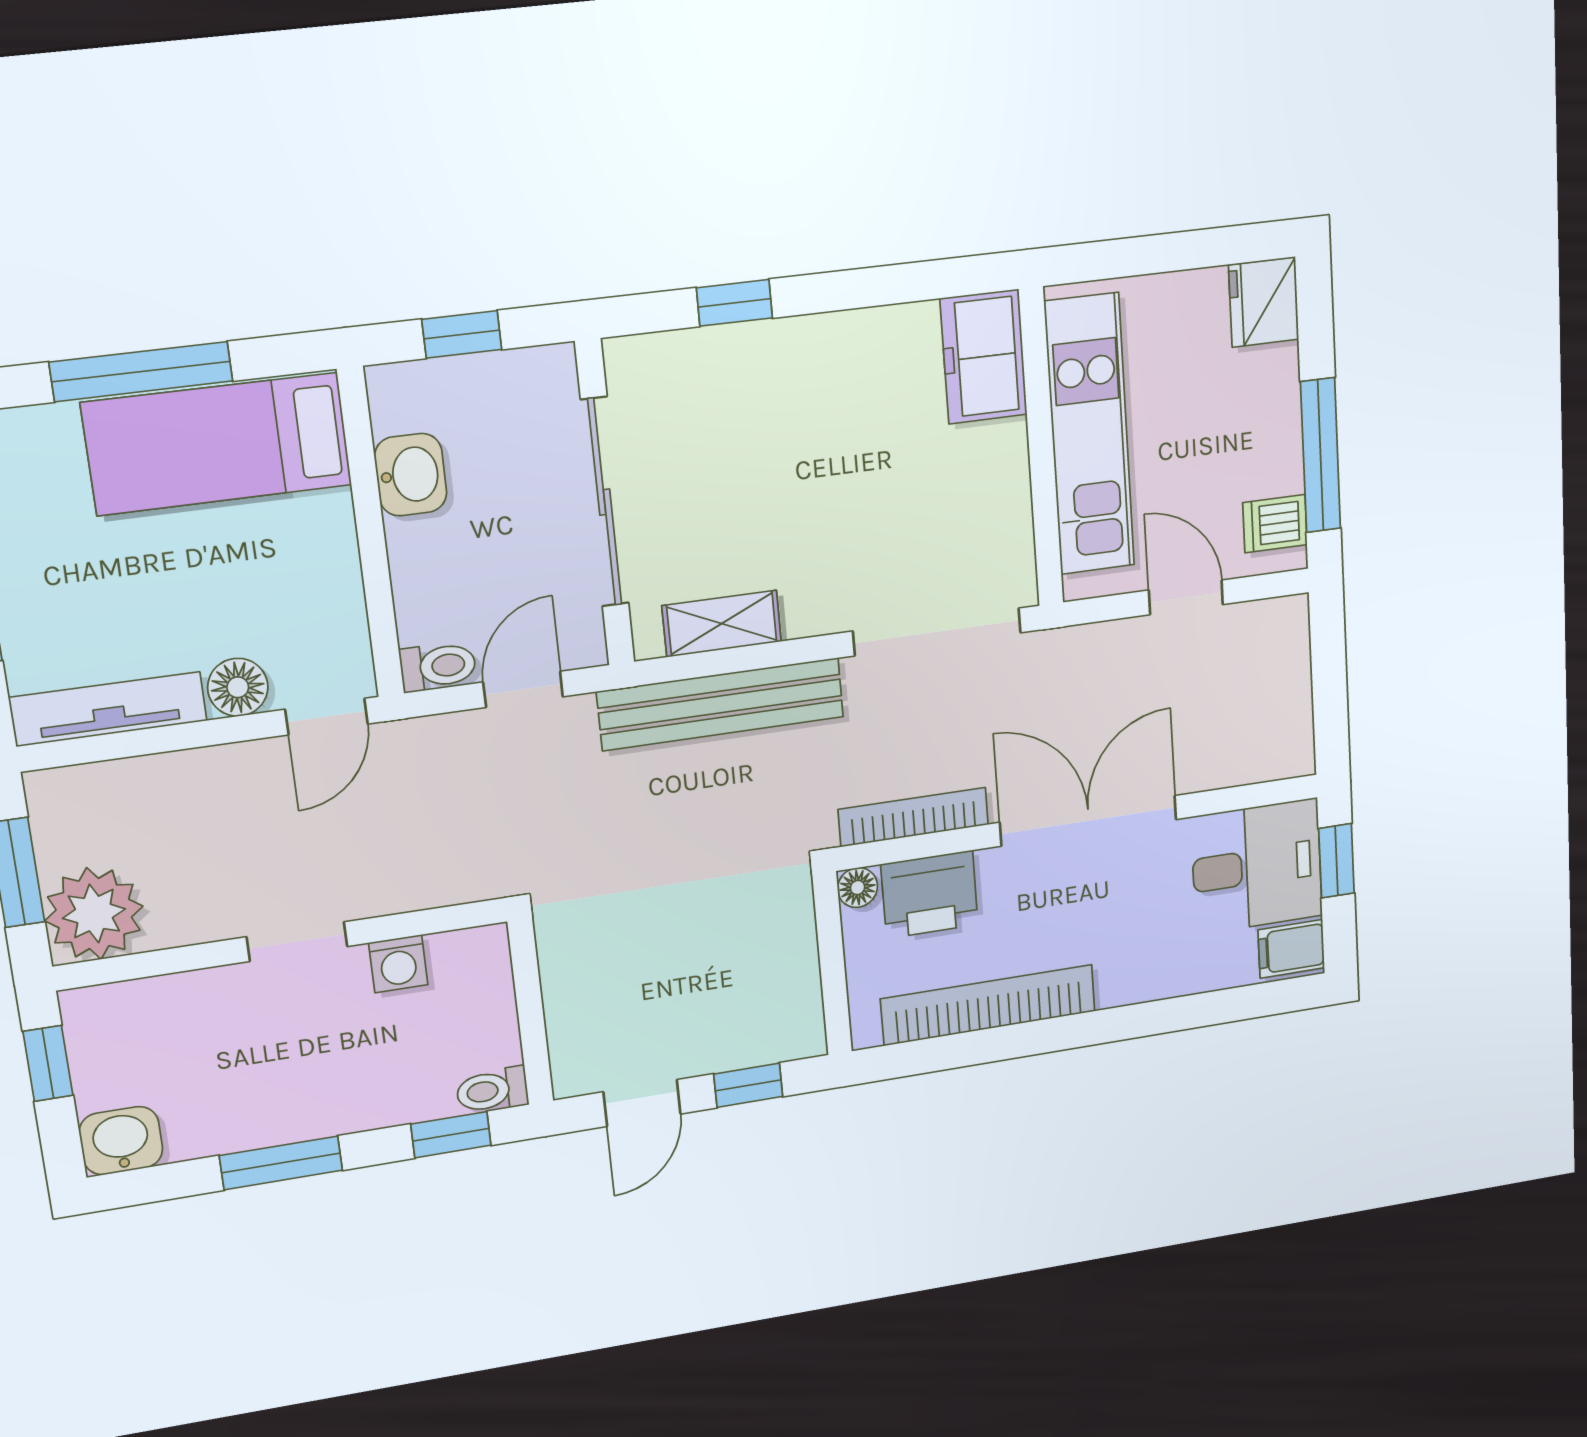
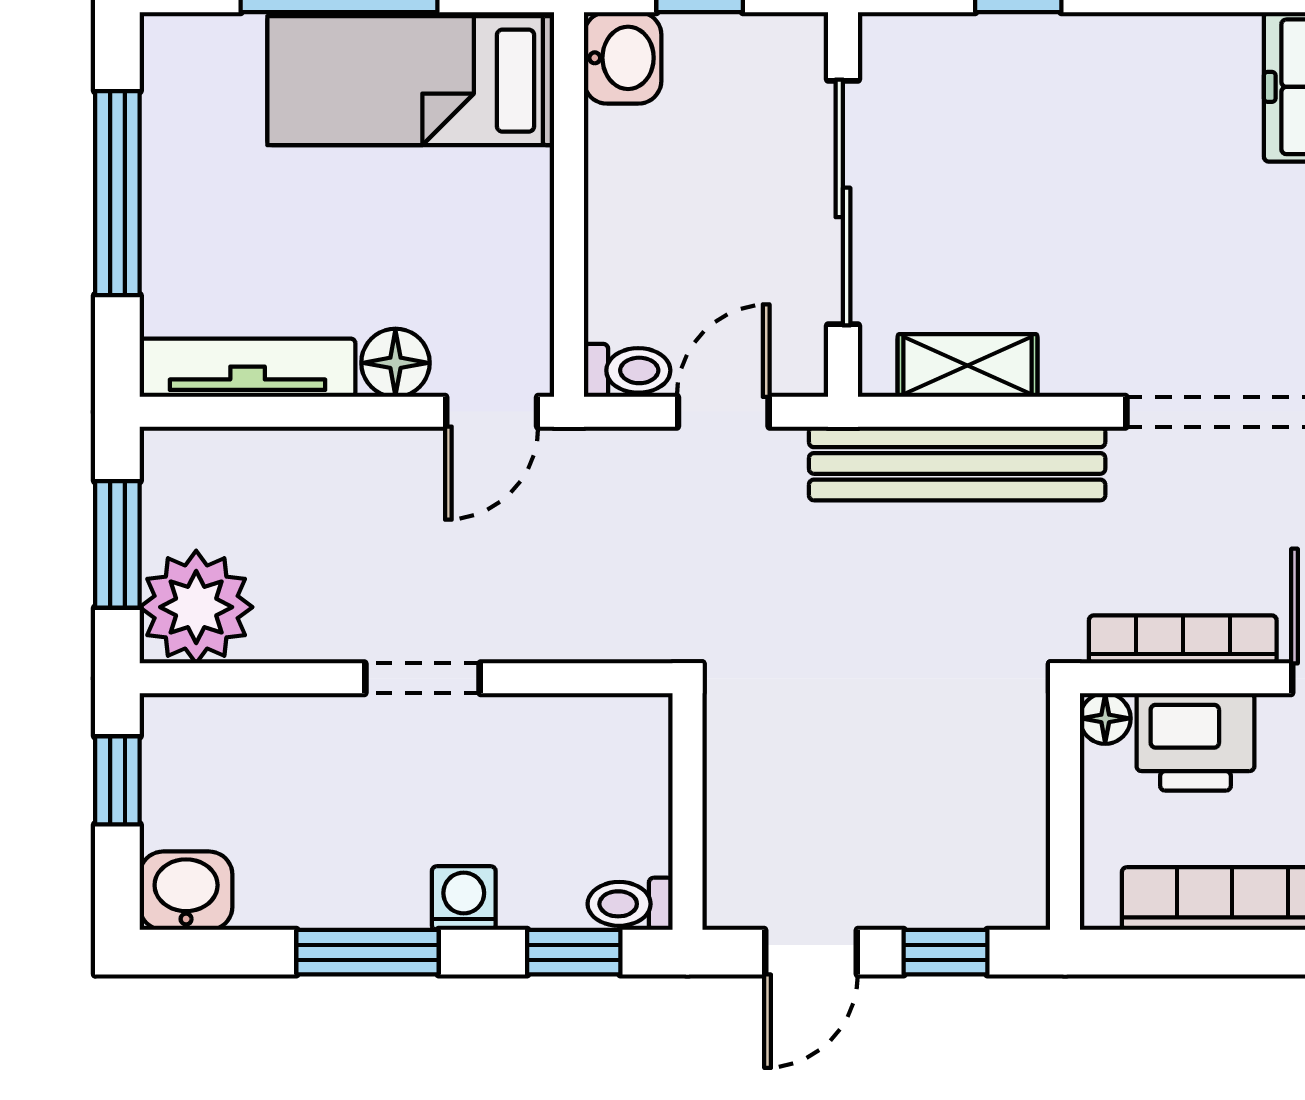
washbasin: (411, 475) -> (623, 58), moved
washing machine: (398, 964) -> (464, 898), moved, turned 180

